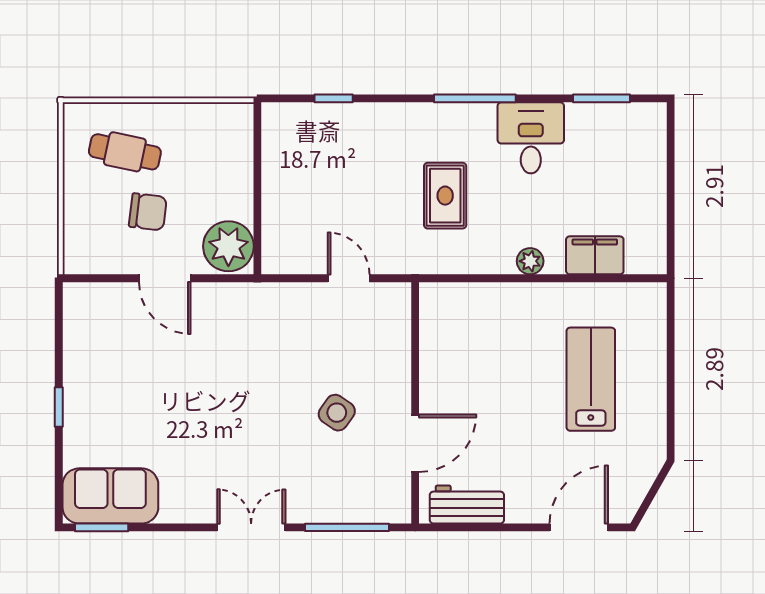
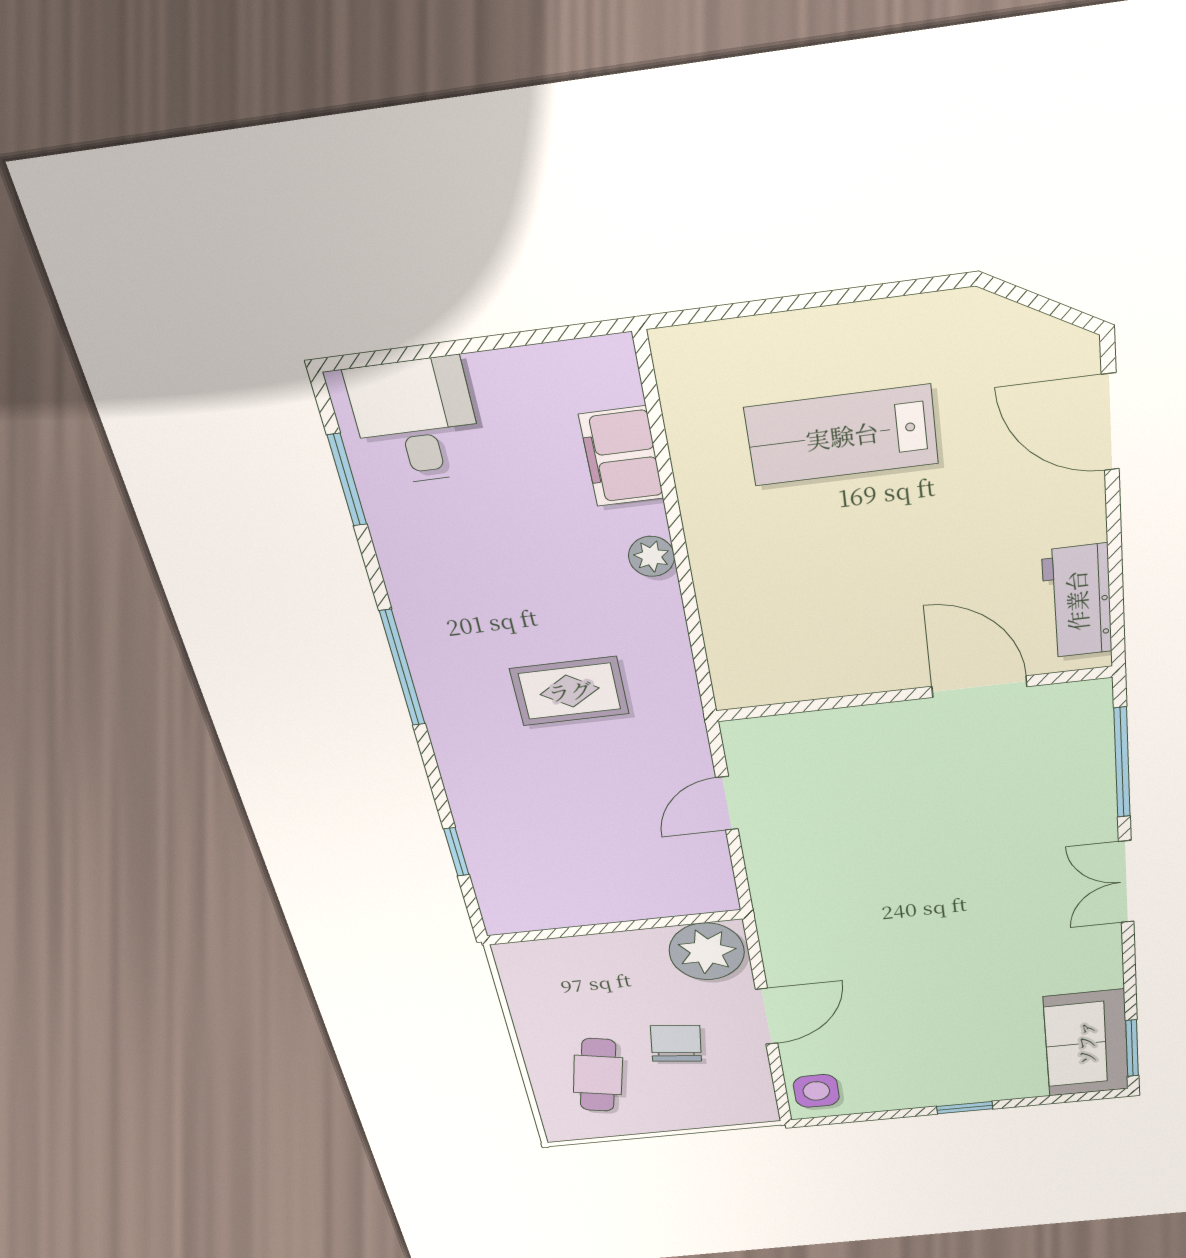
desk: (531, 138) -> (416, 422), moved, turned 90
side table: (337, 413) -> (816, 1091), moved, turned -35

